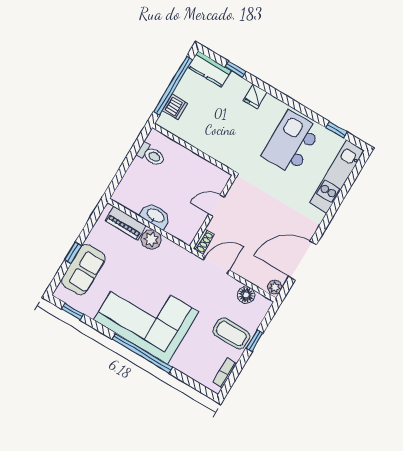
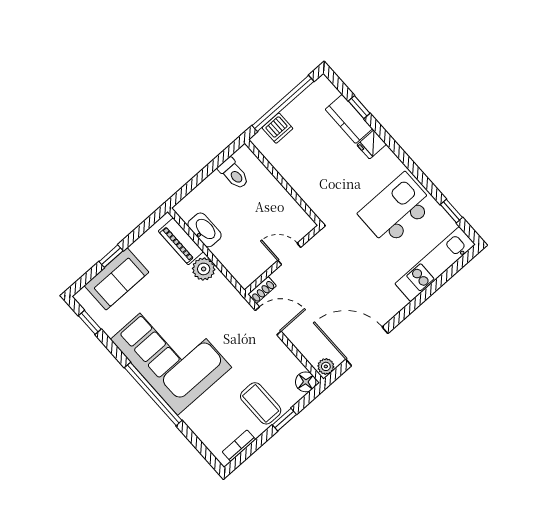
kitchen counter: (210, 69) -> (349, 119), moved
washbasin: (155, 216) -> (205, 230), moved
floor lamp: (246, 295) -> (306, 382), moved

